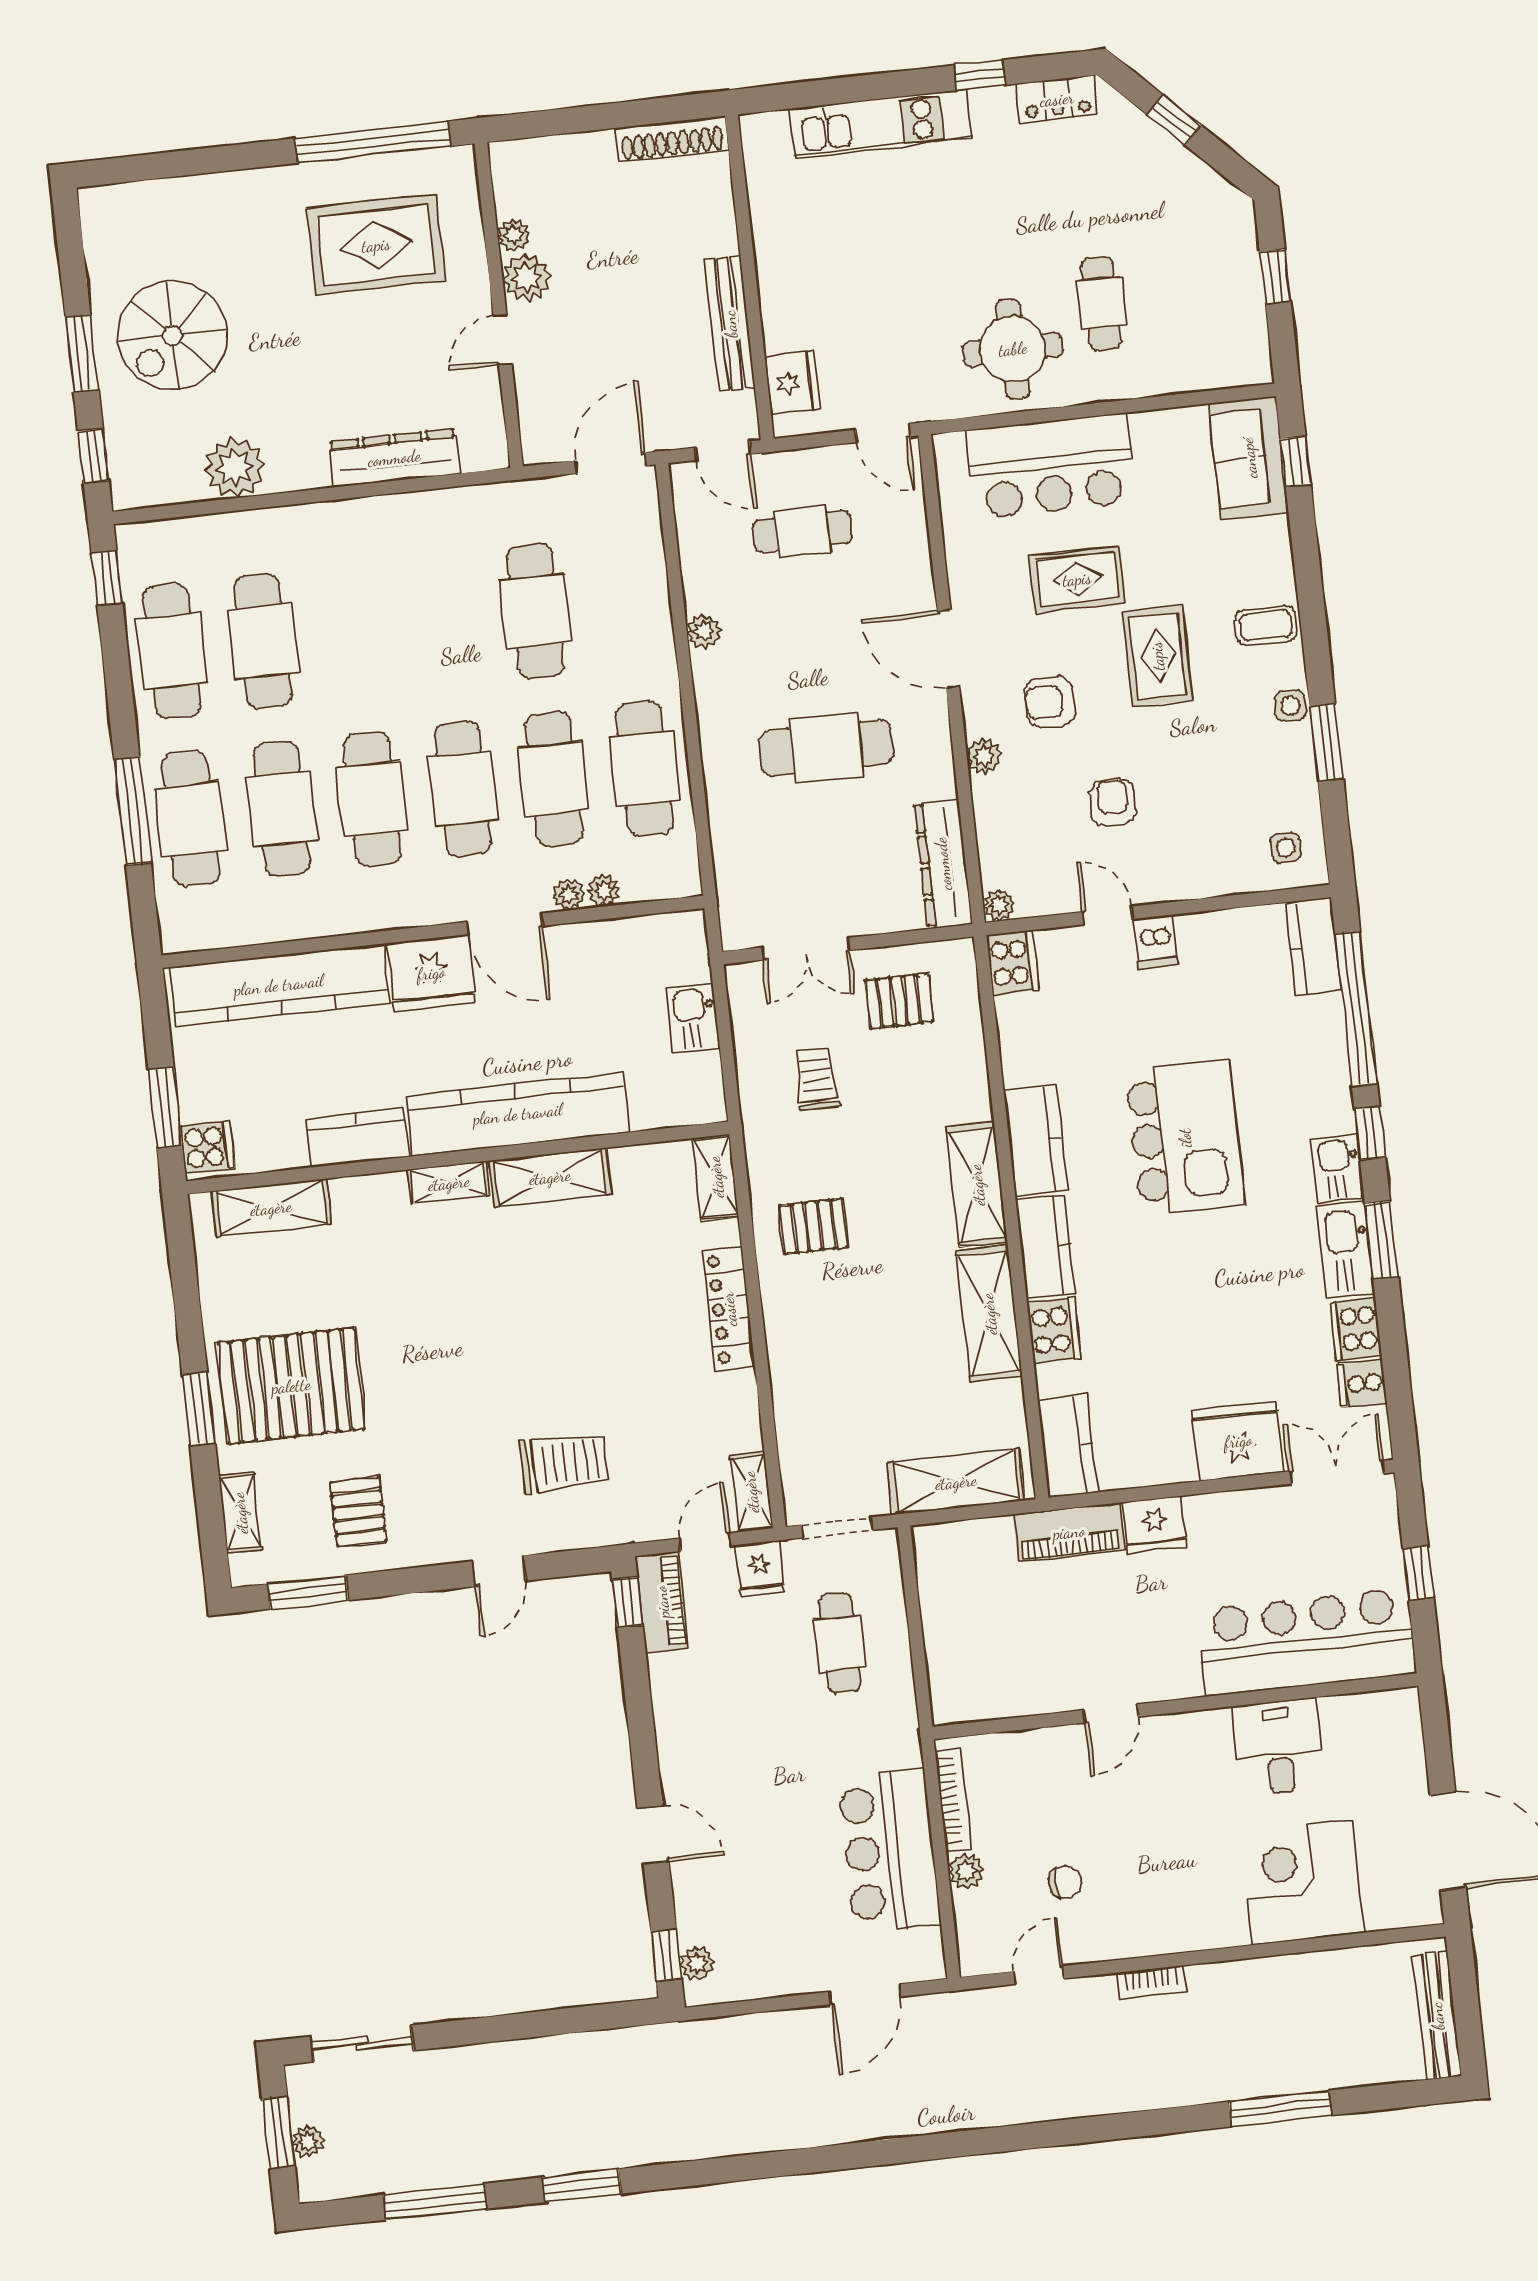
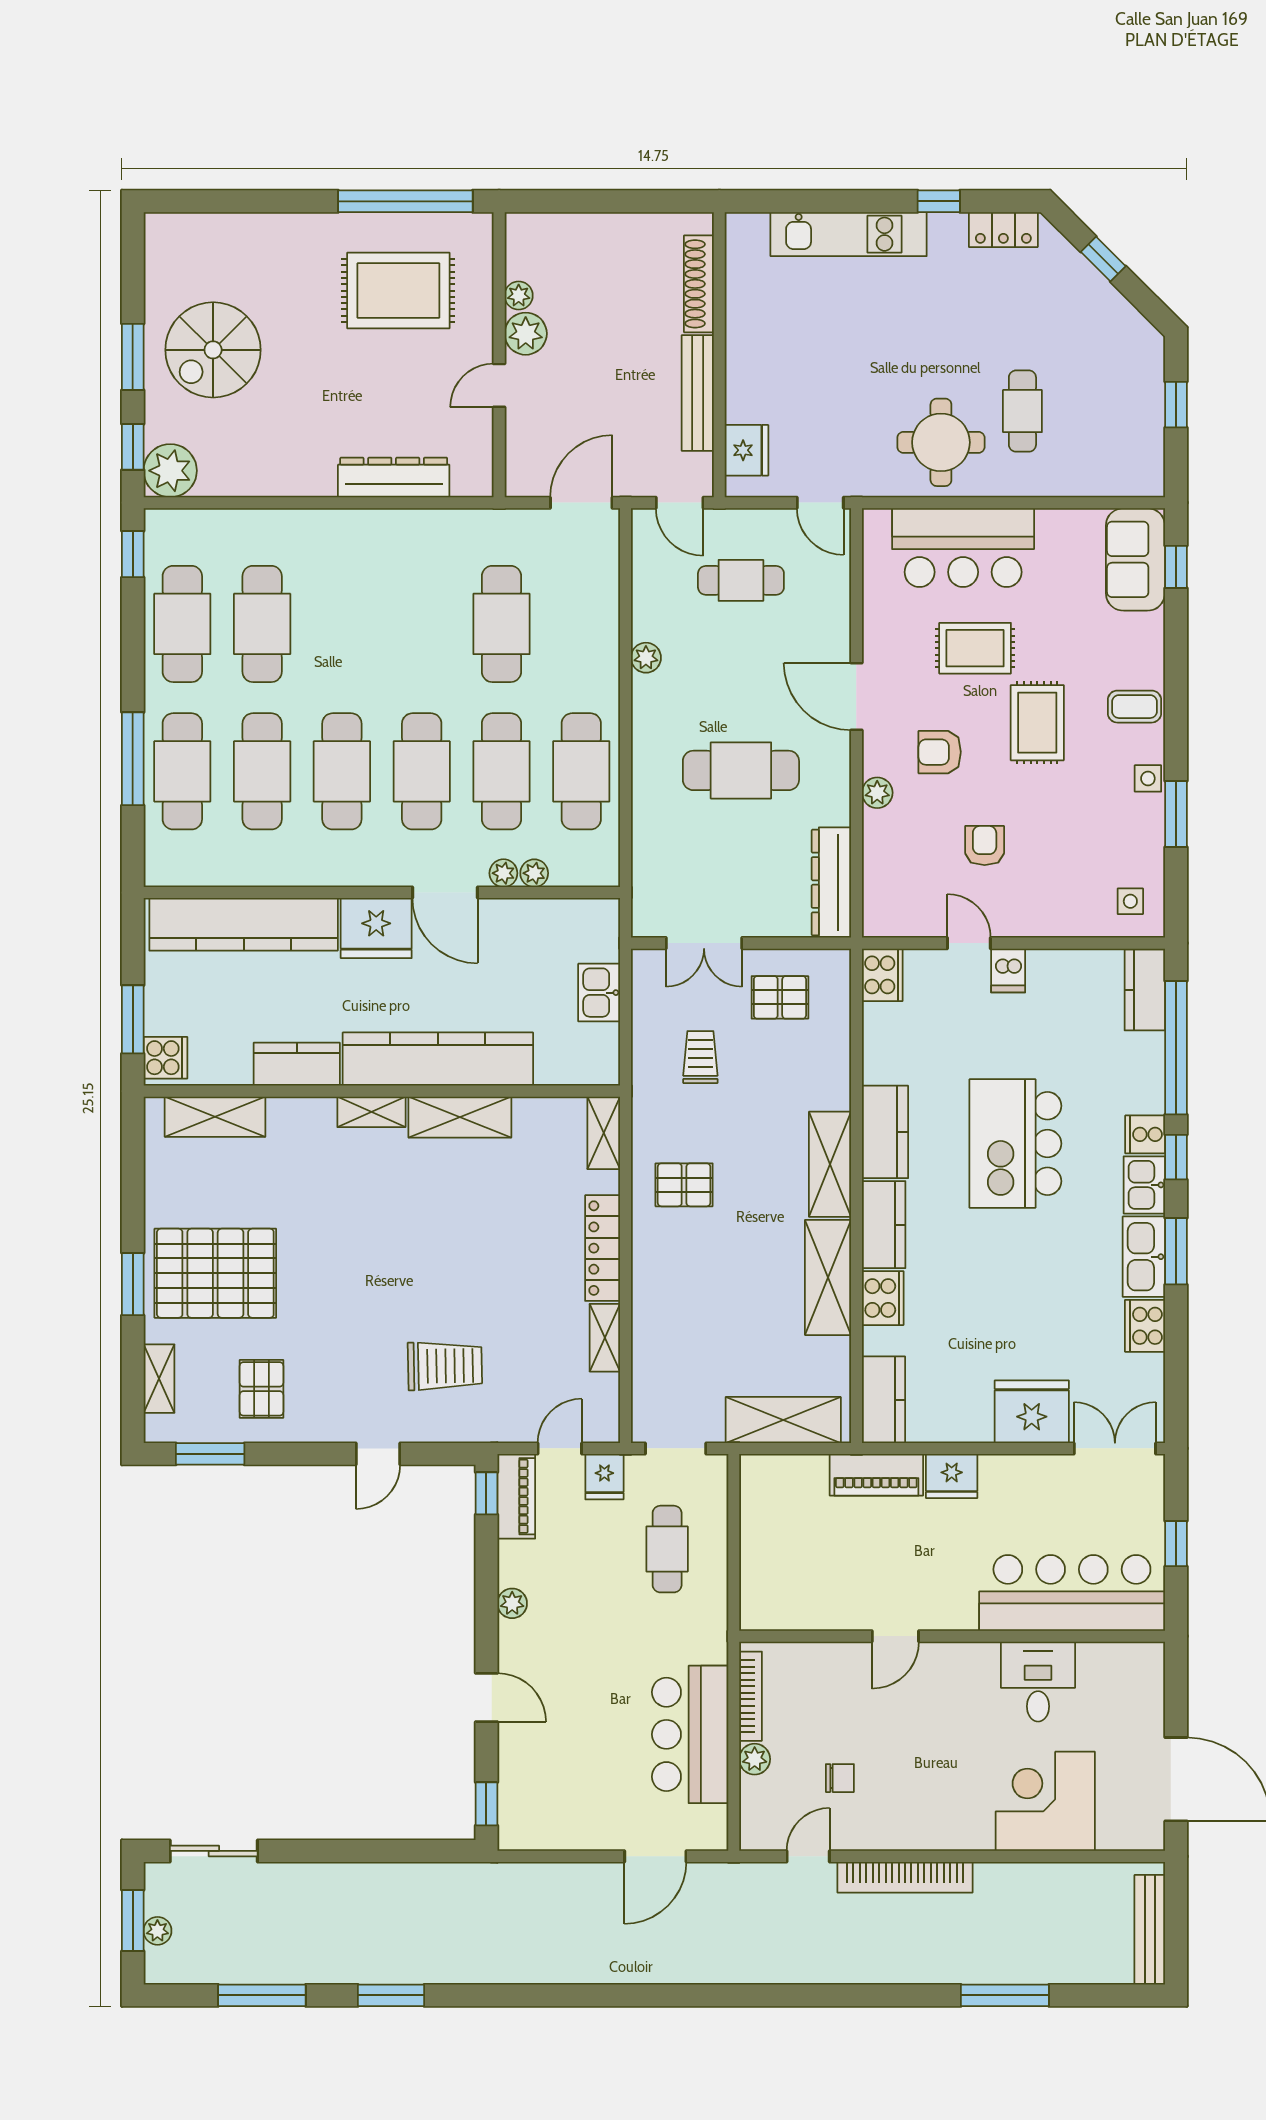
shoe rack: (672, 139) -> (699, 284), moved, turned 90
plant: (235, 468) -> (170, 471), moved
plant: (999, 905) -> (876, 924), removed
kitchen island: (1185, 1138) -> (1015, 1144), turned 180
cooker: (1362, 1383) -> (1145, 1134), moved
shelving: (751, 1492) -> (605, 1338), moved
plant: (697, 1963) -> (512, 1603), moved
bookcase: (1151, 1982) -> (905, 1877), width x2.31, depth x1.31

